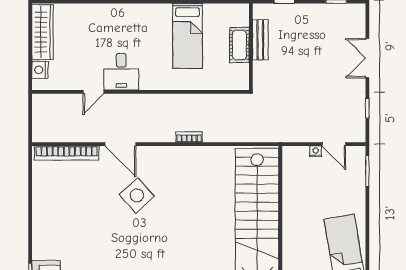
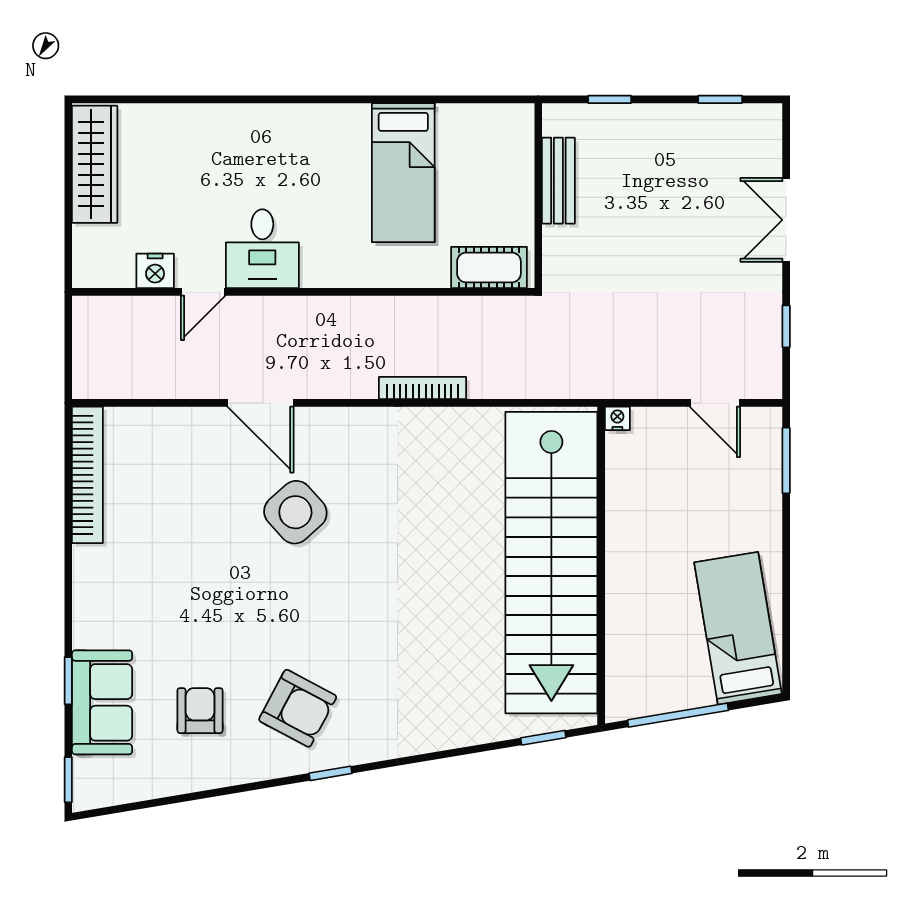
cot: (239, 45) -> (489, 267), moved, turned 90
nightstand: (40, 70) -> (155, 271), moved, turned -90
bookcase: (189, 137) -> (422, 388), width x1.56
nightstand: (316, 151) -> (617, 418), moved
bookcase: (67, 153) -> (87, 475), moved, turned -90

